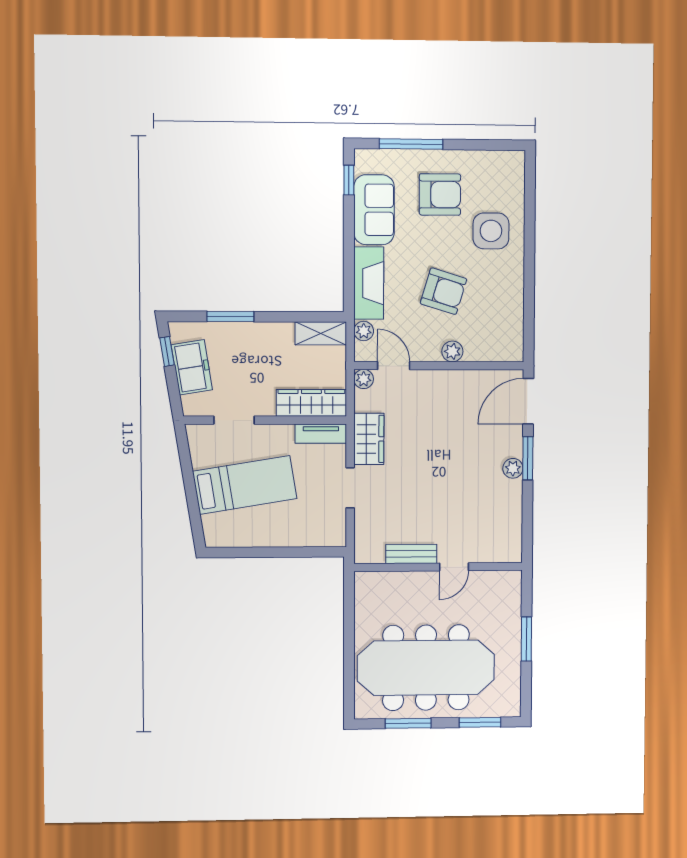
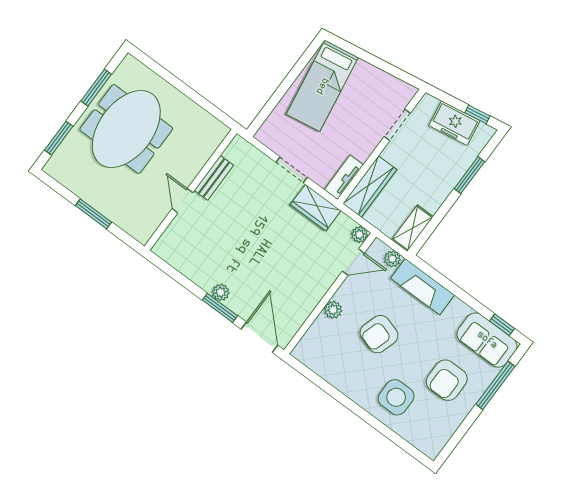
sofa: (374, 210) -> (487, 340), moved
bed: (245, 485) -> (322, 86), moved
meeting table: (426, 668) -> (126, 129), width x0.73

